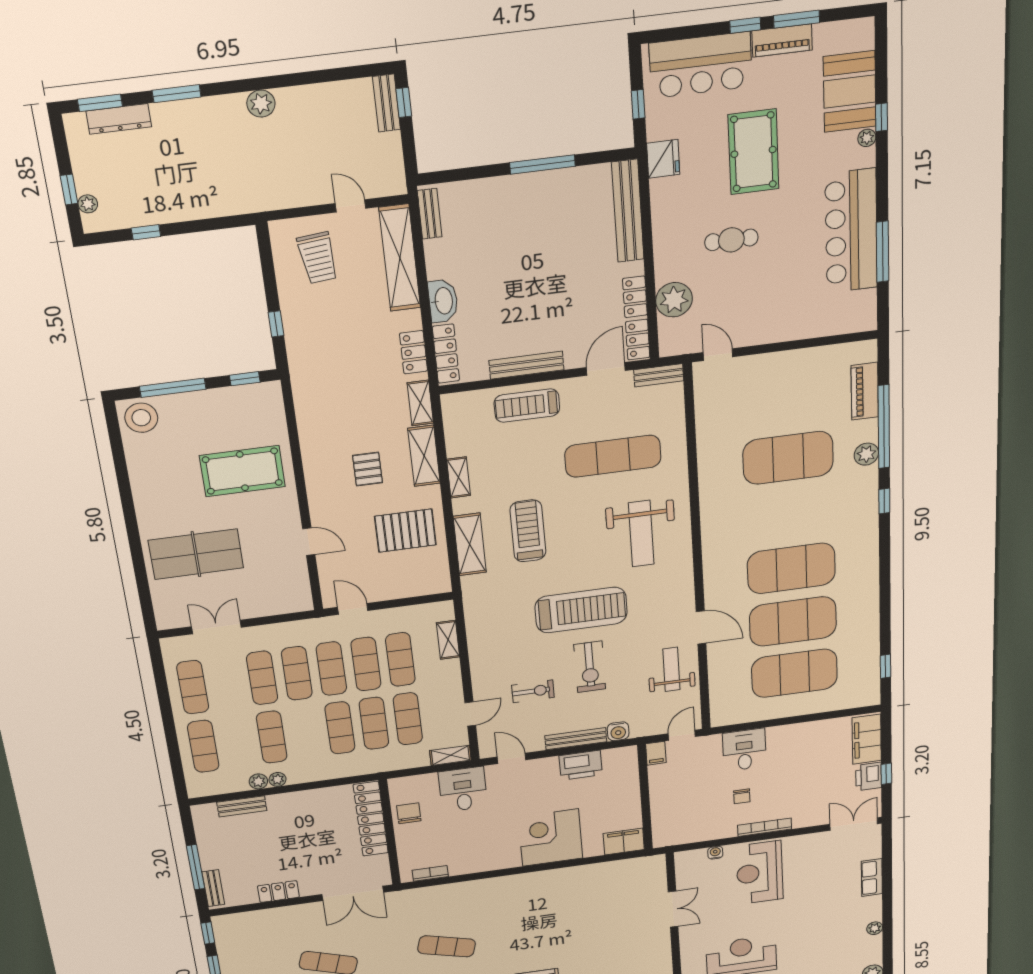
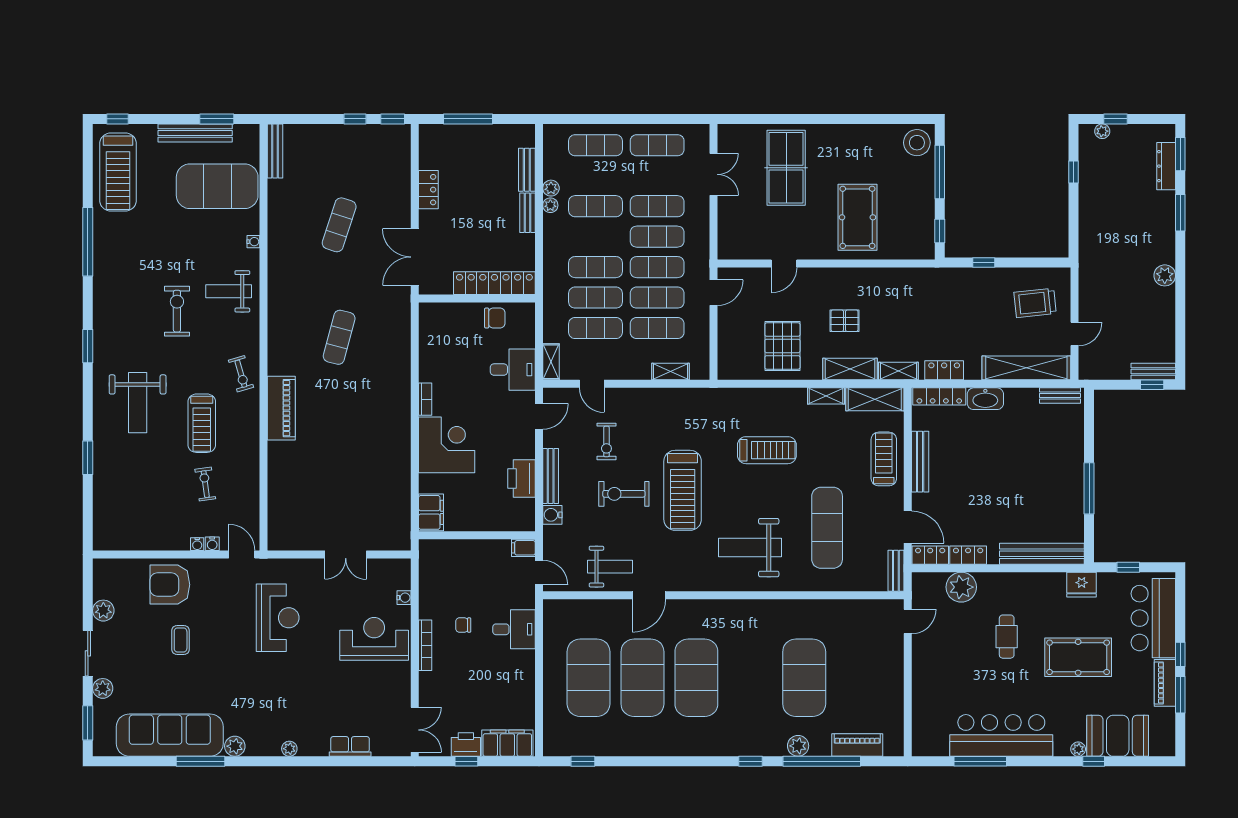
shelving: (470, 544) -> (875, 399), moved
bookcase: (430, 873) -> (425, 399), moved
bench: (213, 888) -> (528, 213), moved, turned 90

